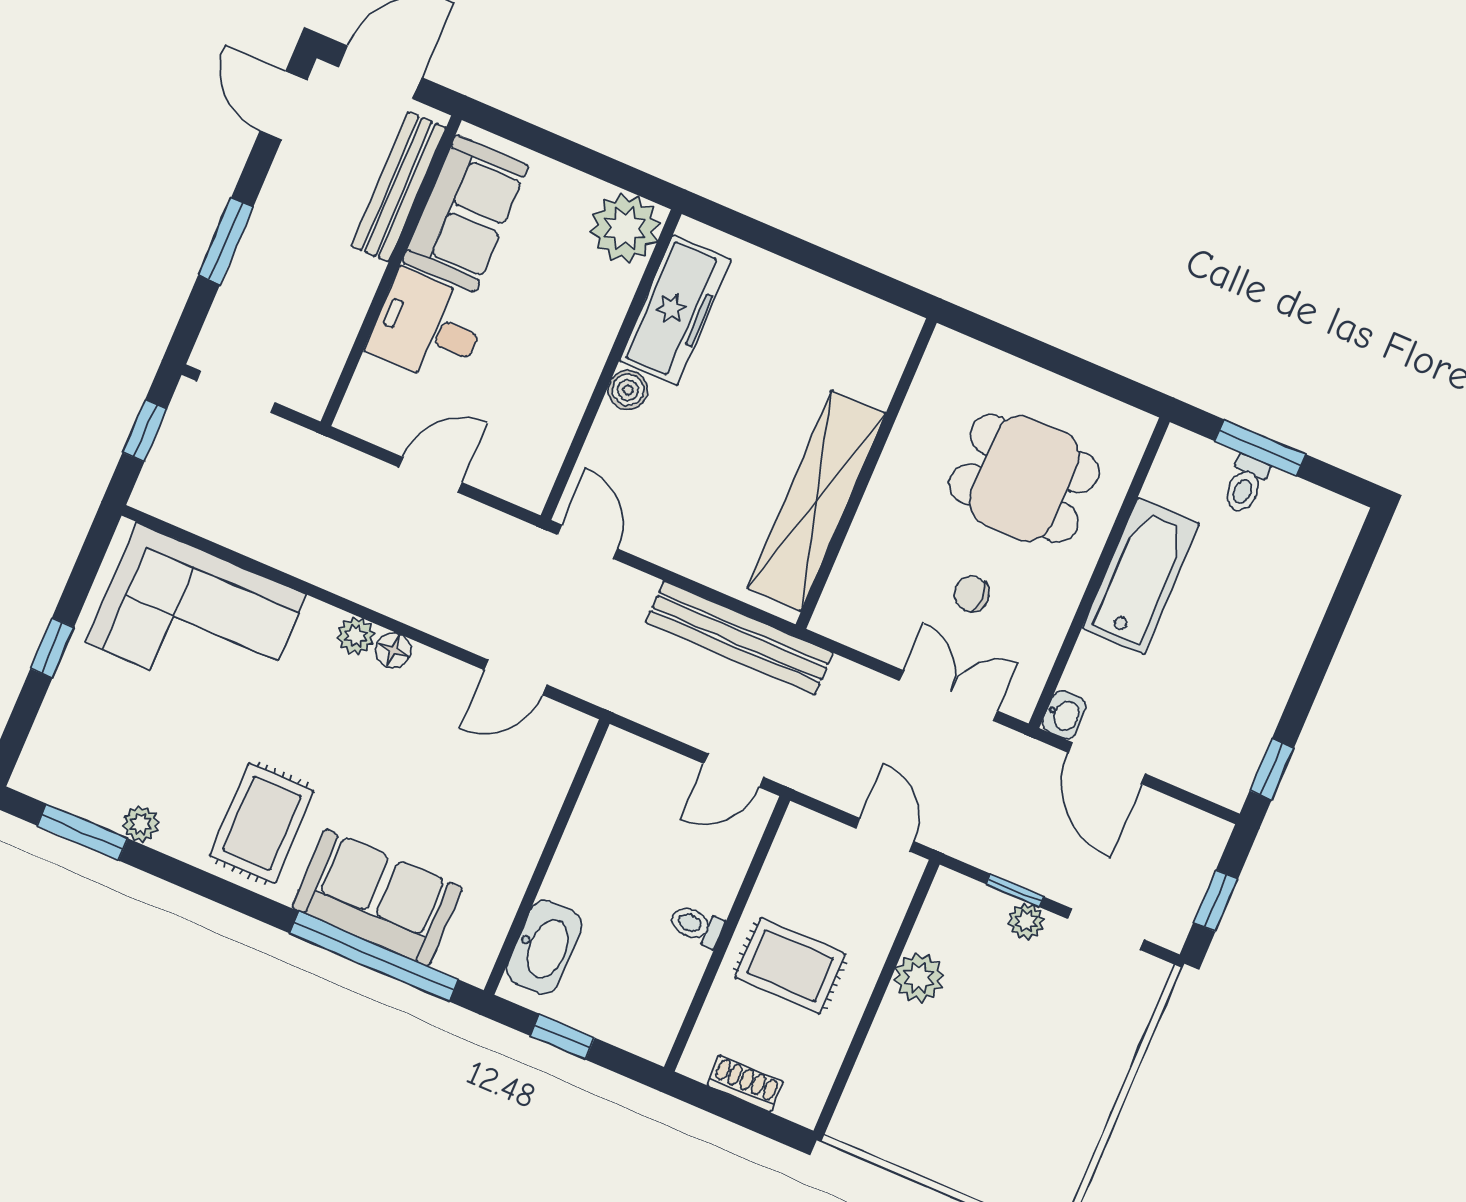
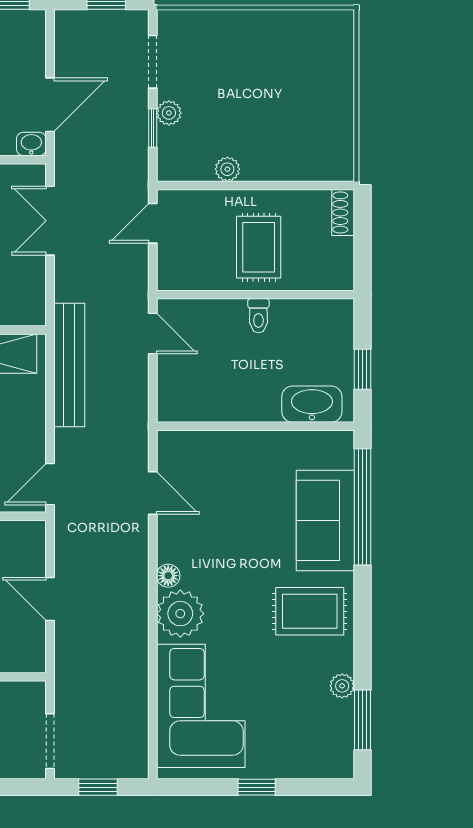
plant: (356, 636) -> (180, 614), width x1.88, depth x1.88
plant: (919, 978) -> (227, 169), width x0.73, depth x0.73
shoe rack: (745, 1083) -> (343, 212), moved

